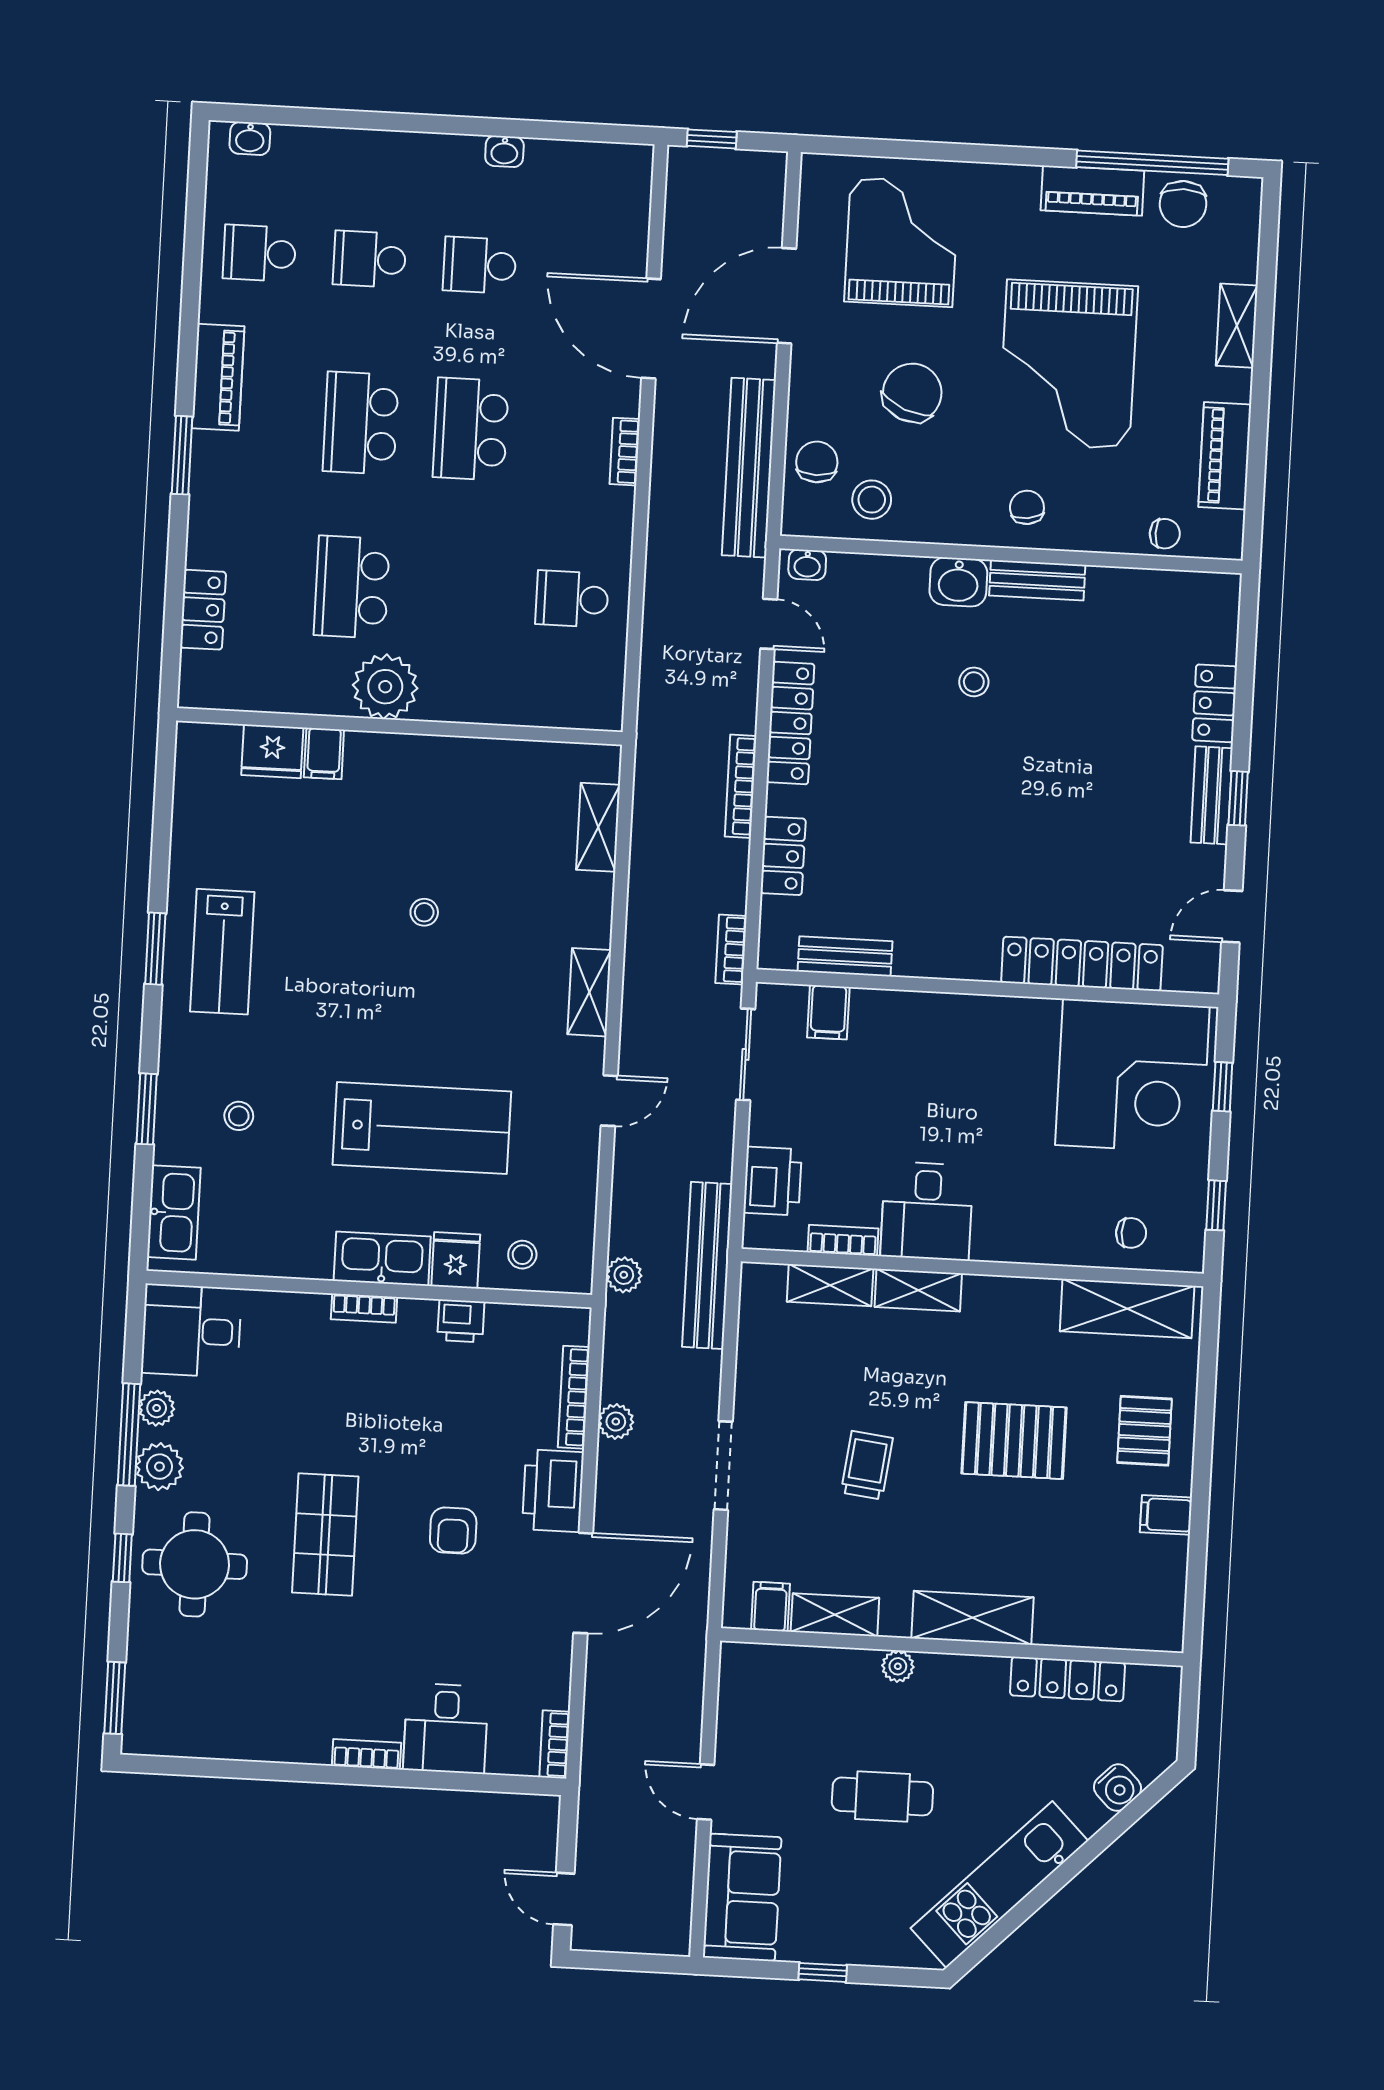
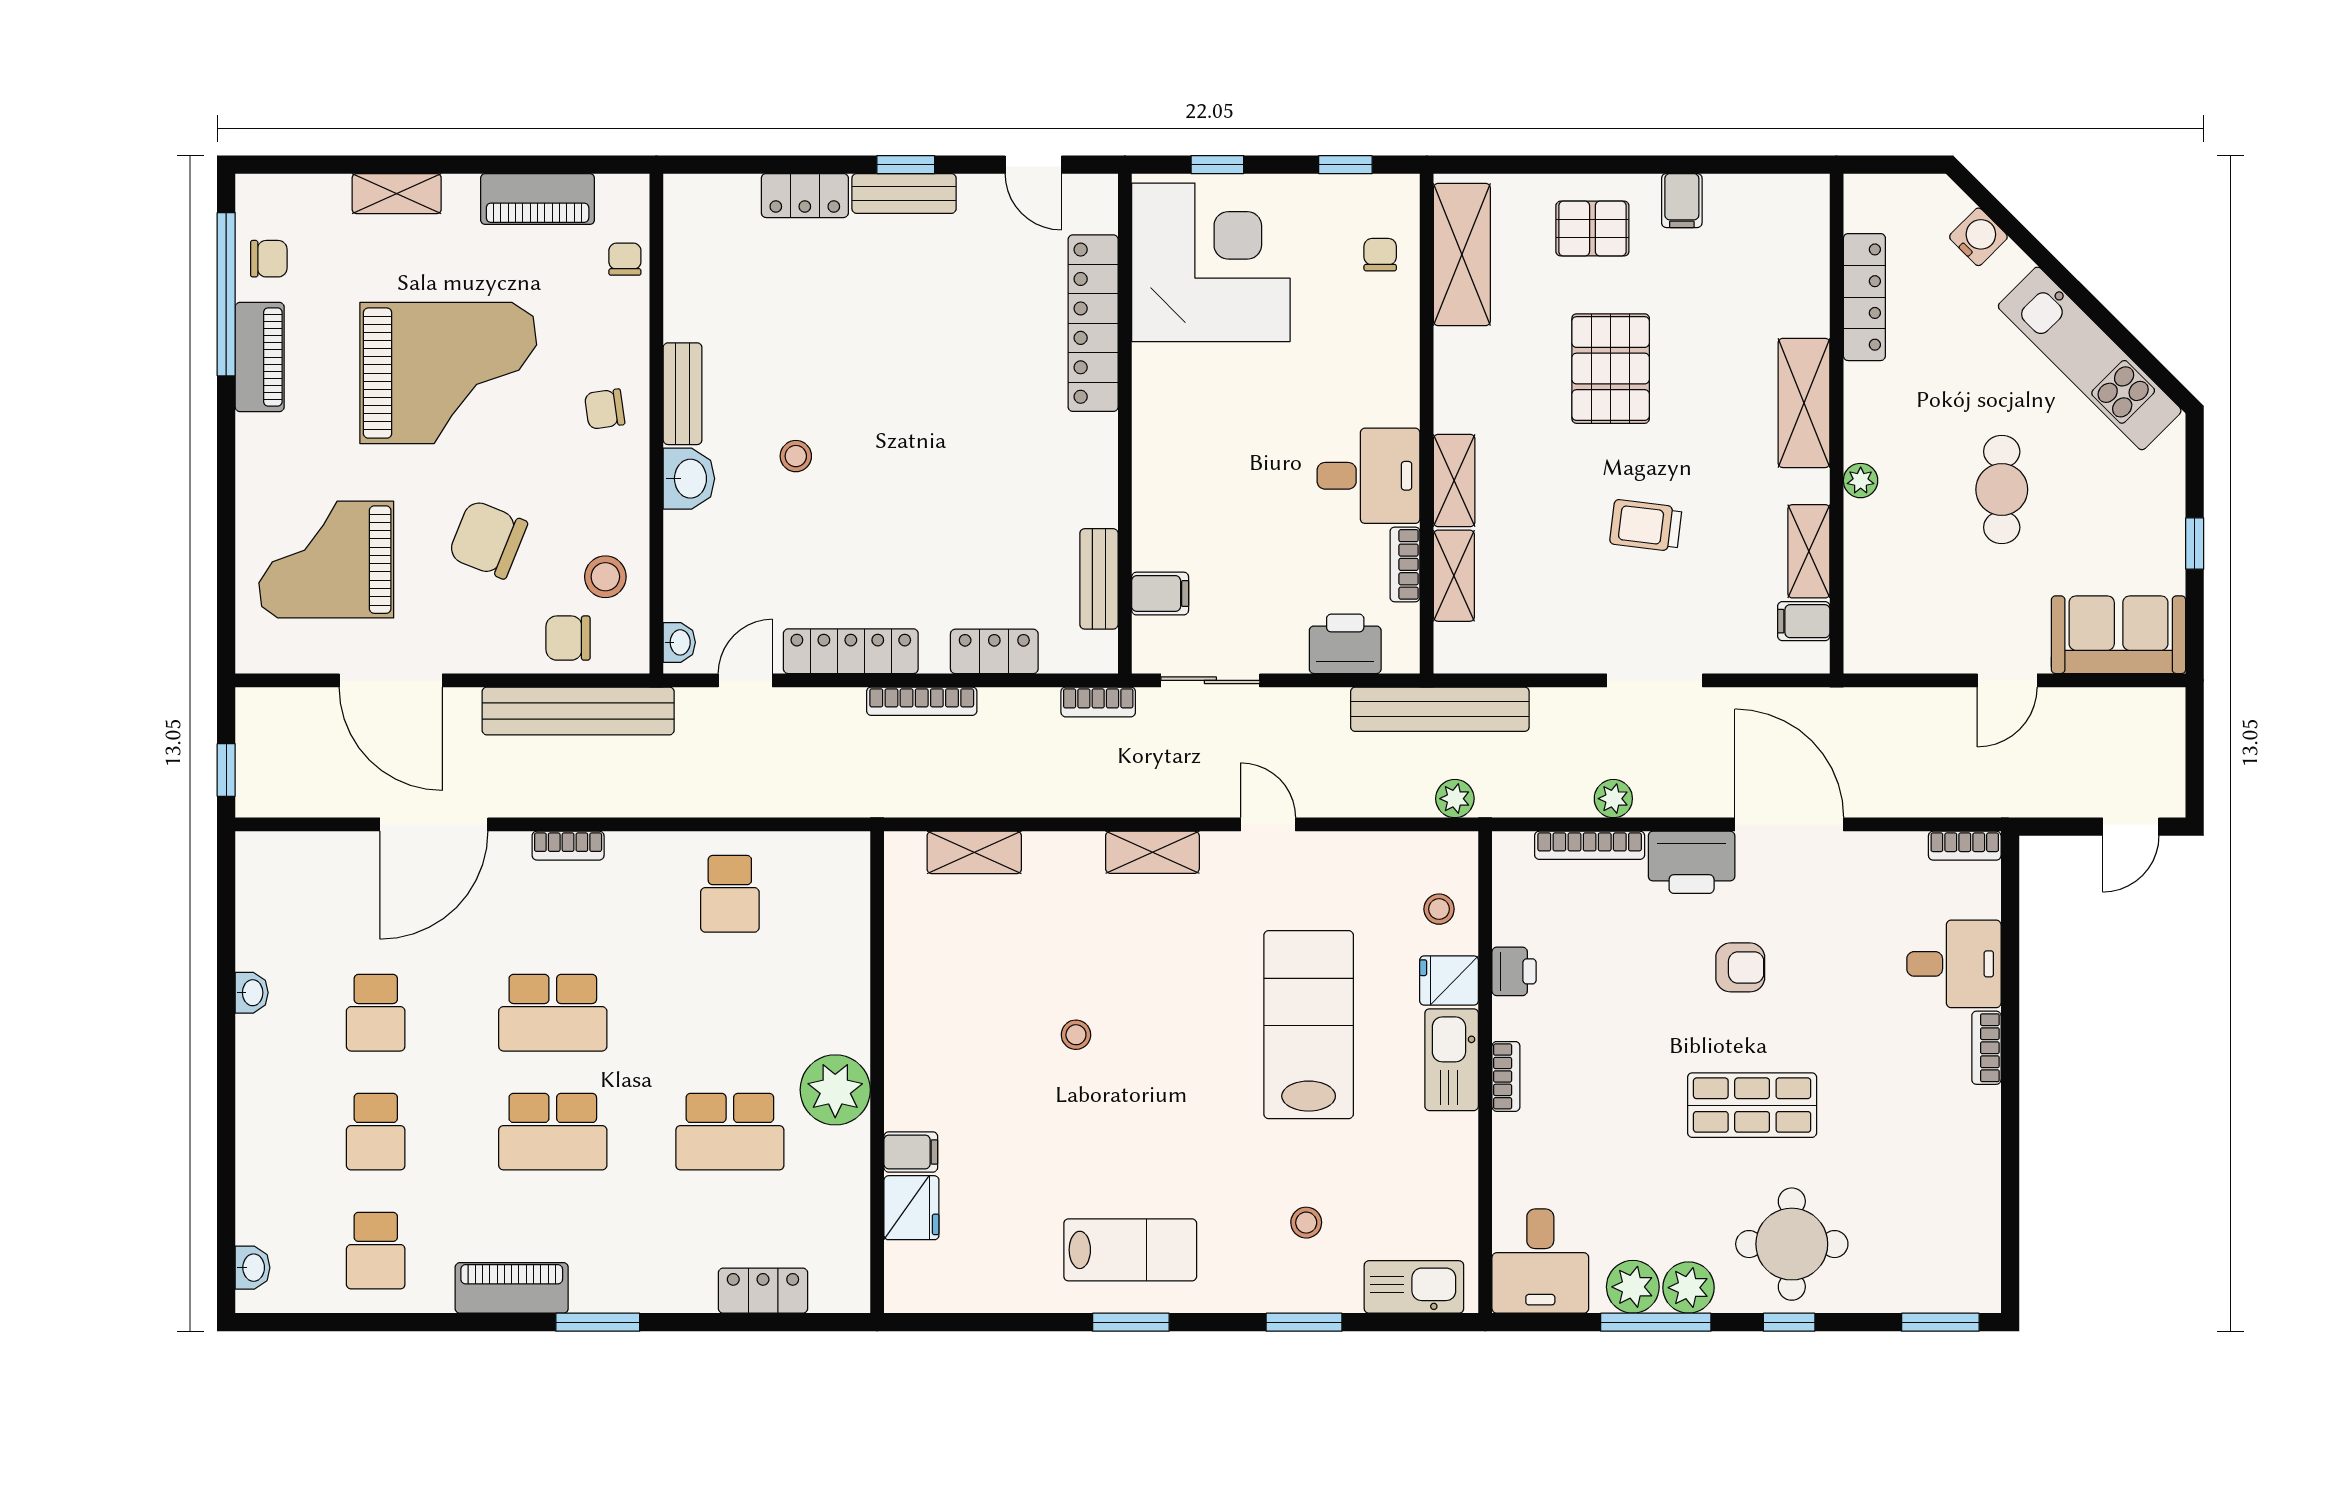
chair: (1183, 204) -> (269, 259), width x0.73, depth x0.73
plant: (157, 1408) -> (1633, 1287), width x1.38, depth x1.38

